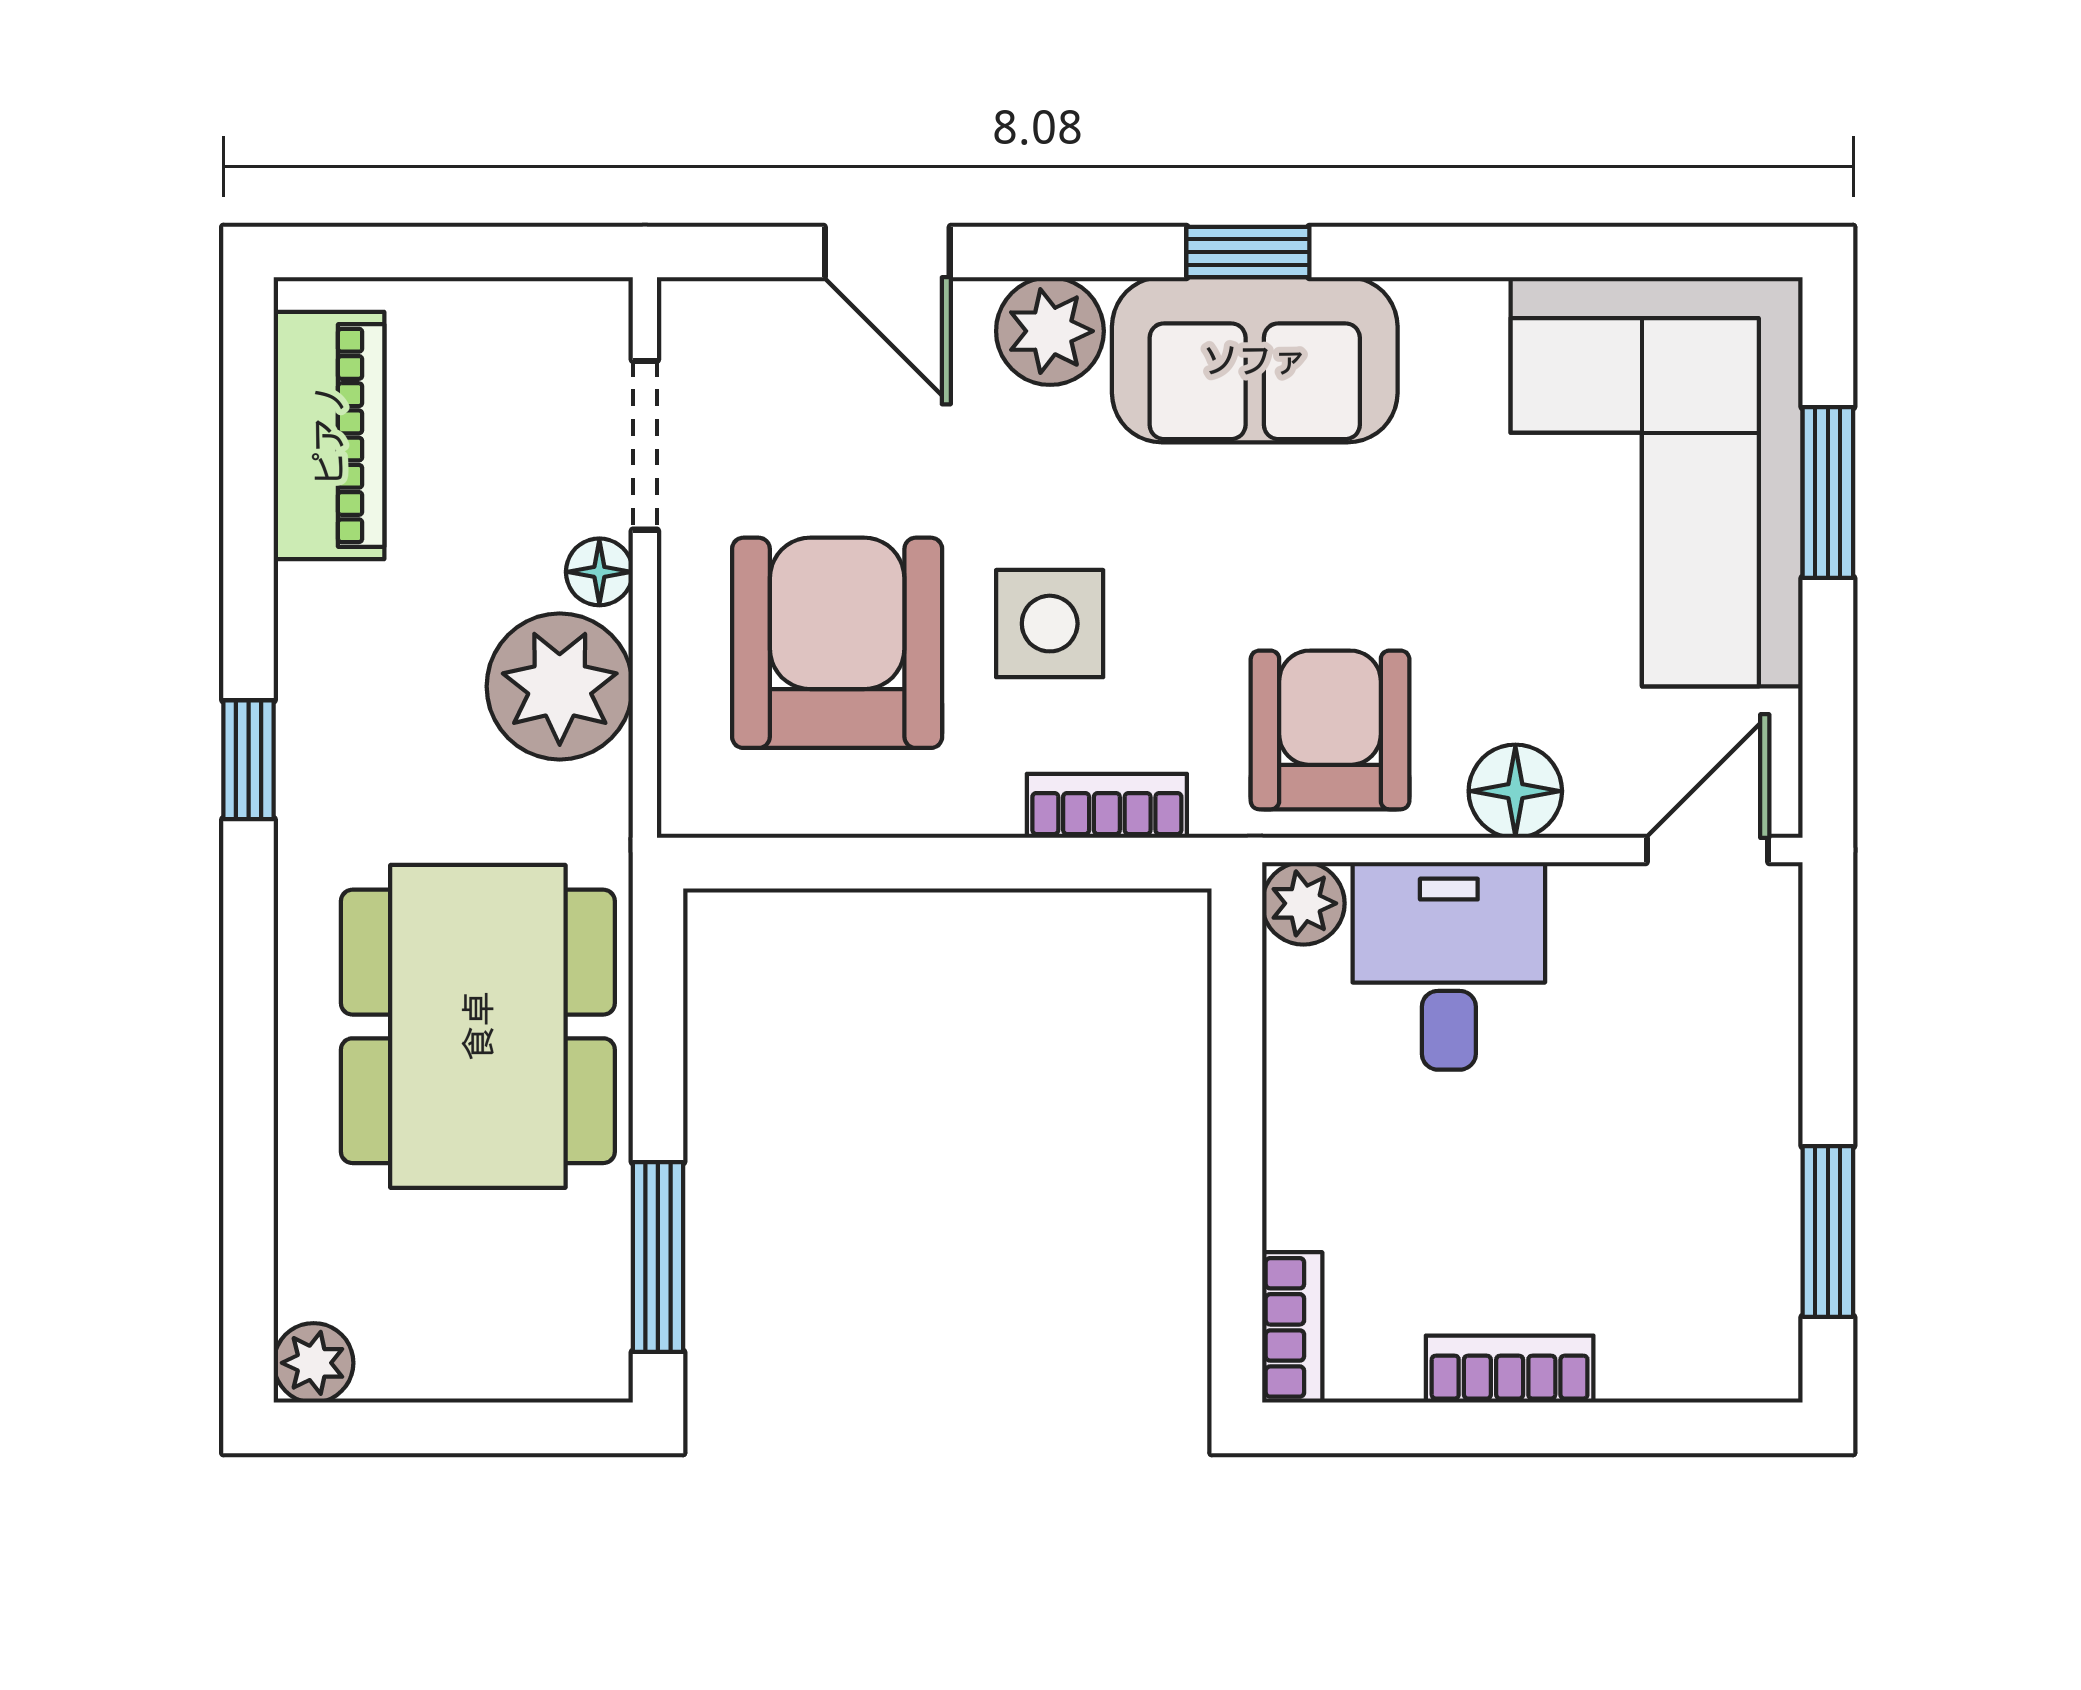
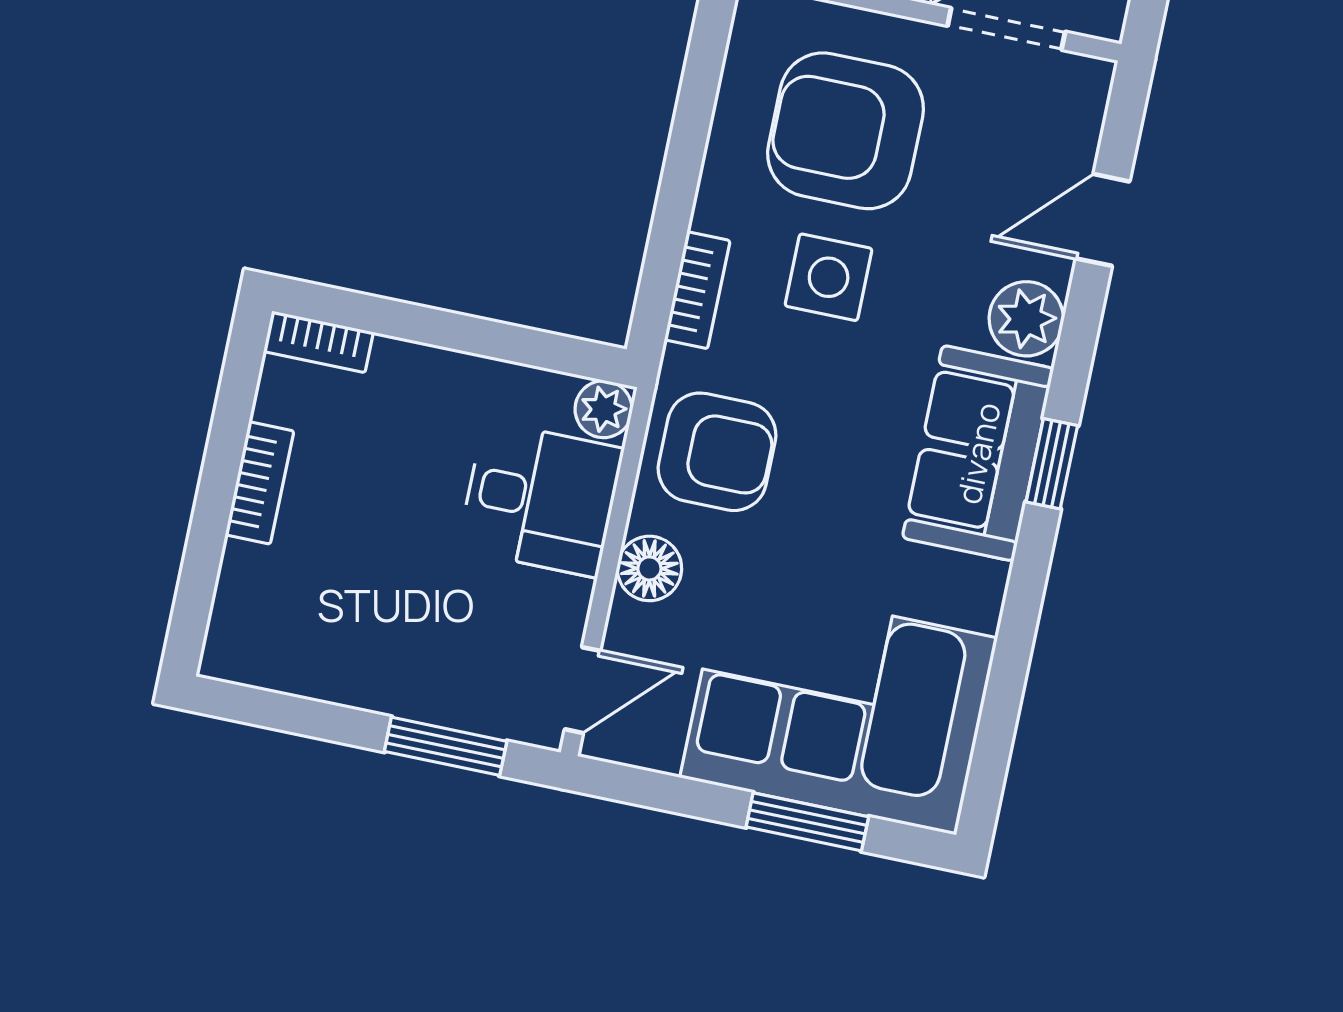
armchair: (837, 643) -> (846, 131), turned 180
door: (1707, 850) -> (583, 690), hinge flipped
window: (1828, 1232) -> (446, 746), moved

